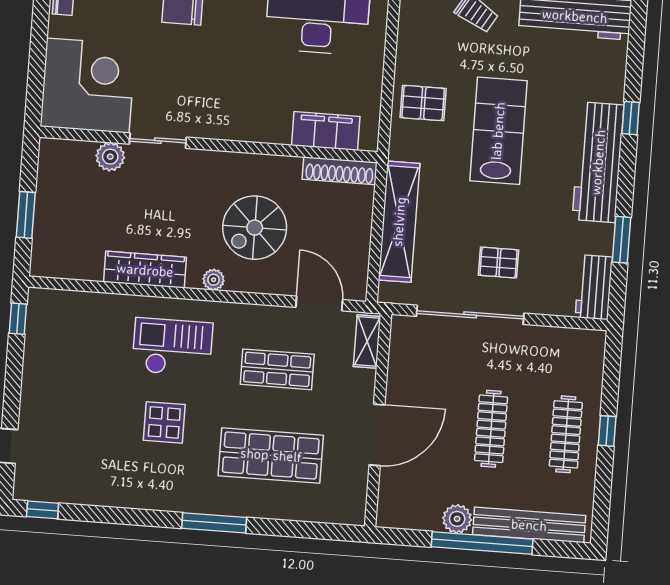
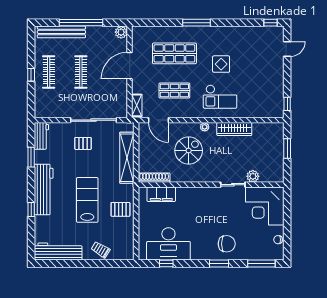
lab bench: (498, 131) -> (87, 200), turned 180
plant: (457, 519) -> (121, 32), moved

